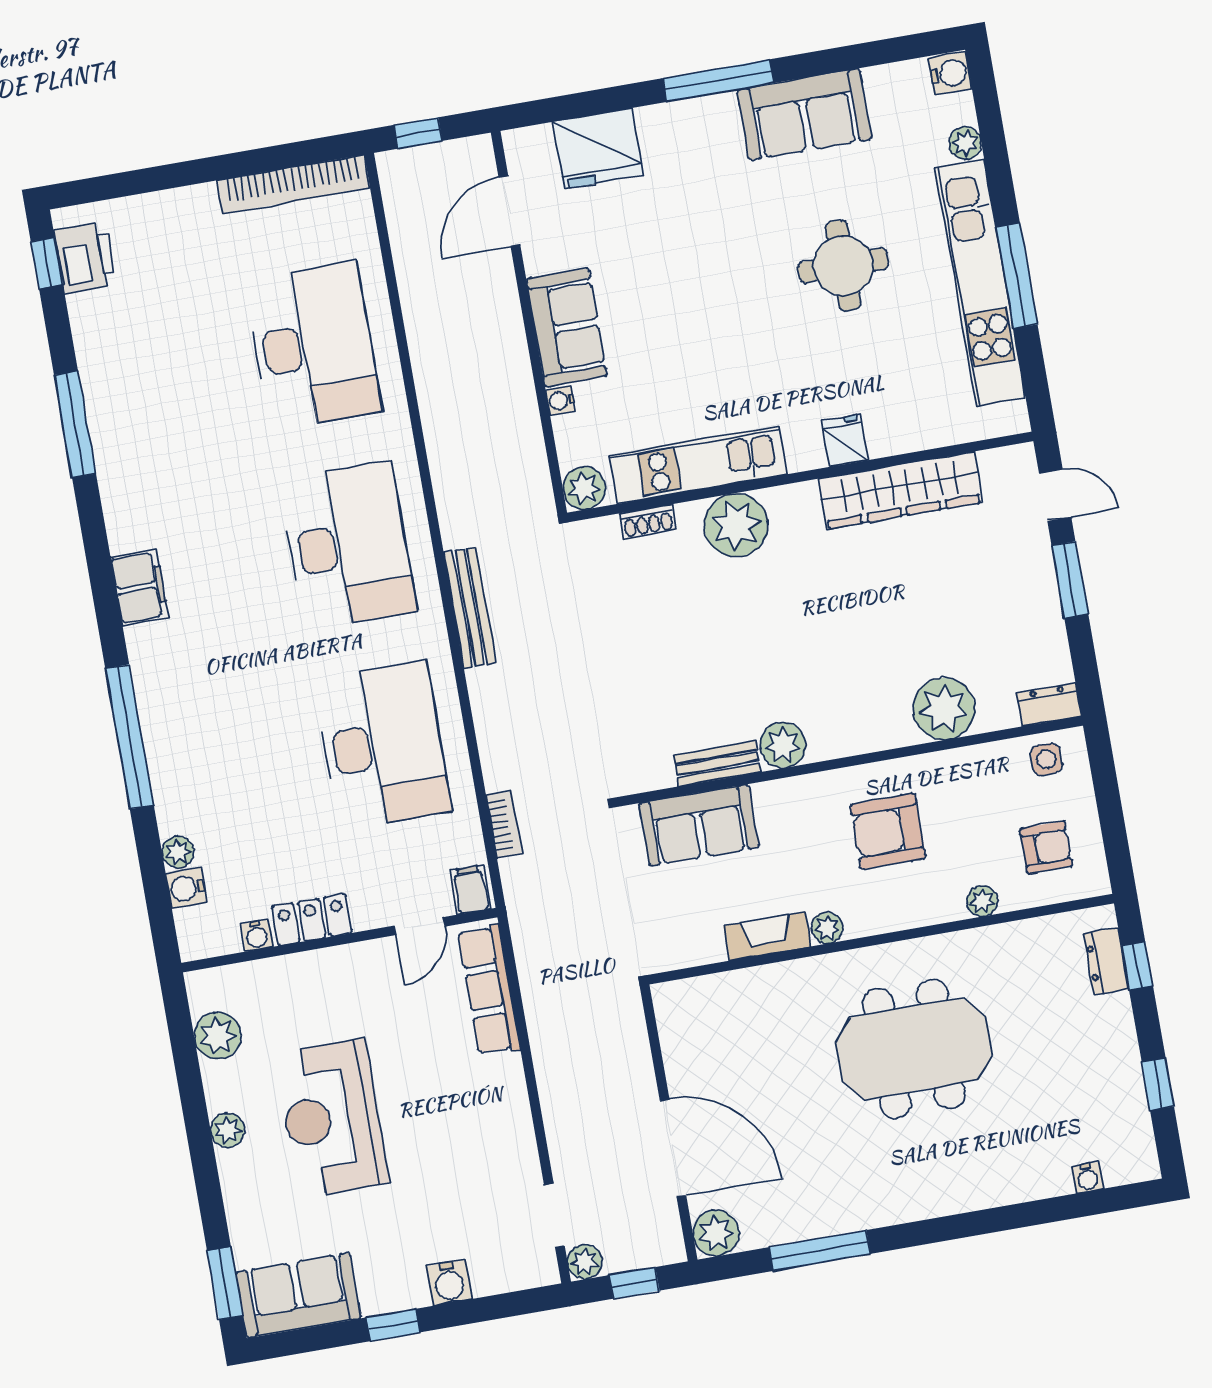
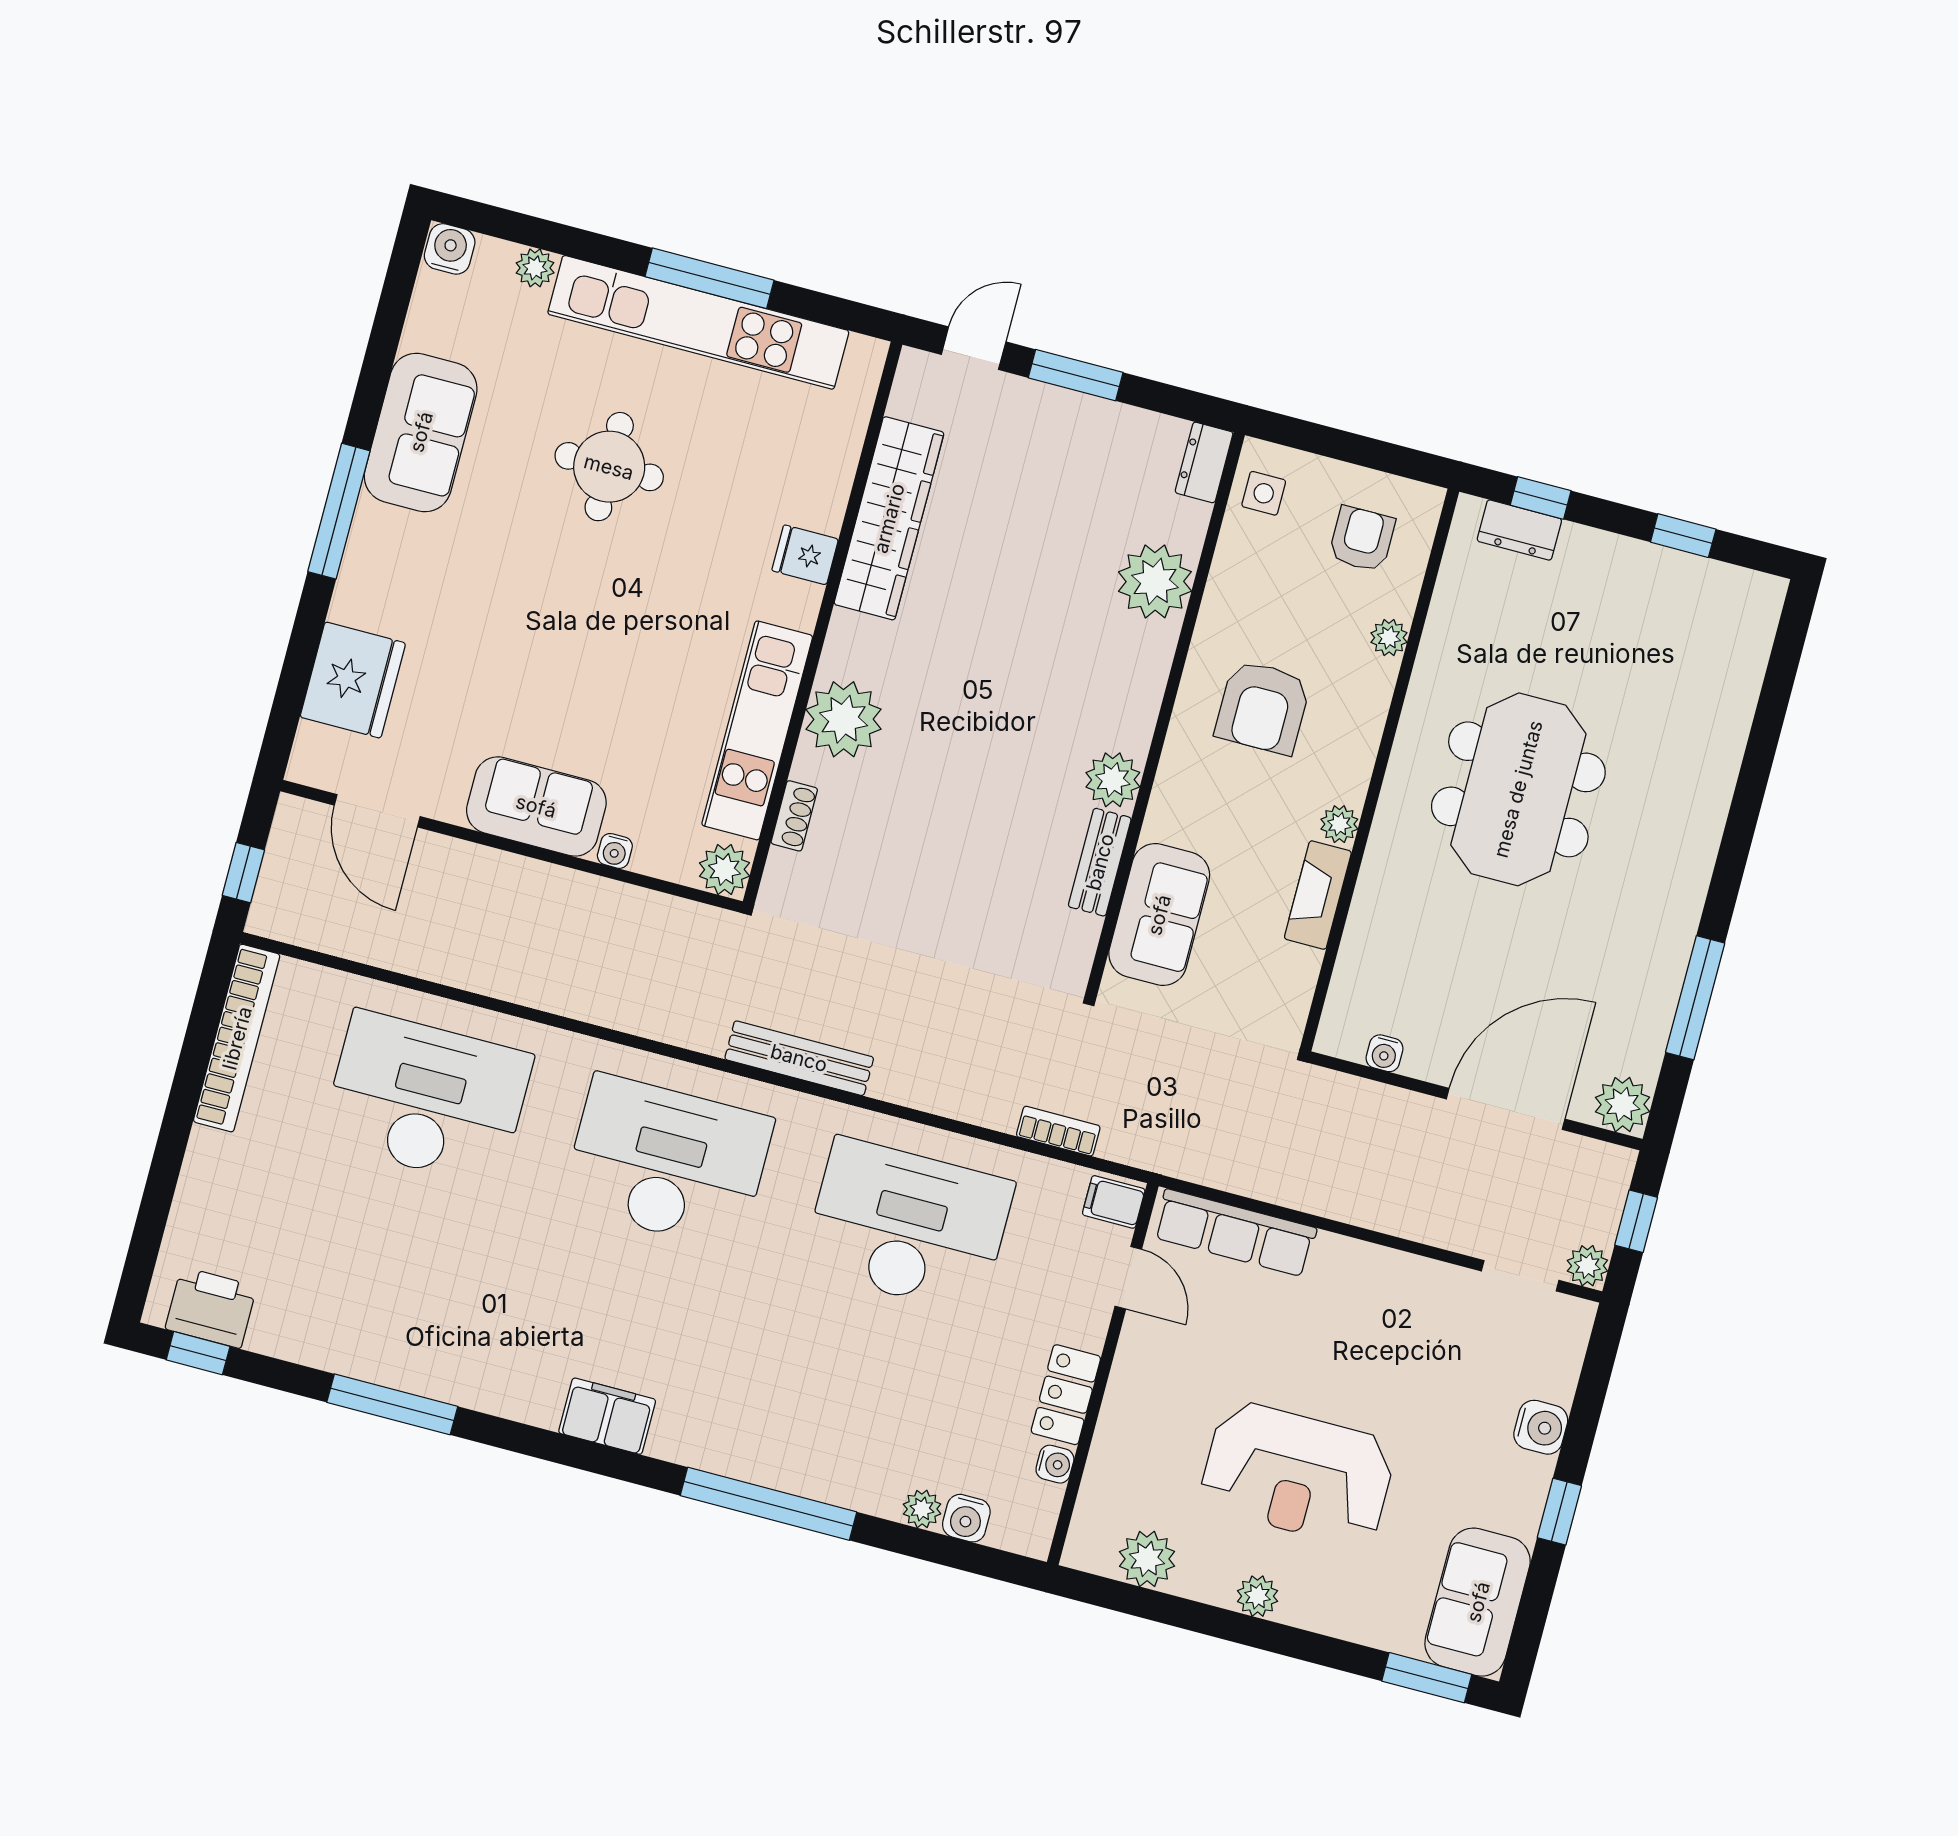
water cooler: (1088, 1178) -> (1384, 1053), moved, turned 90

